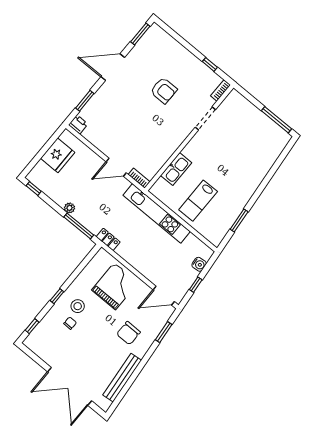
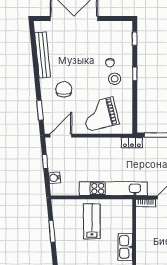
kitchen sink: (176, 169) -> (125, 247), moved
grand piano: (115, 286) -> (100, 114), turned 76

